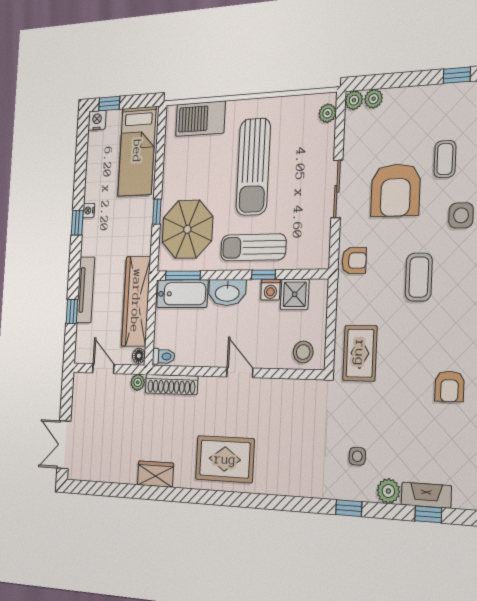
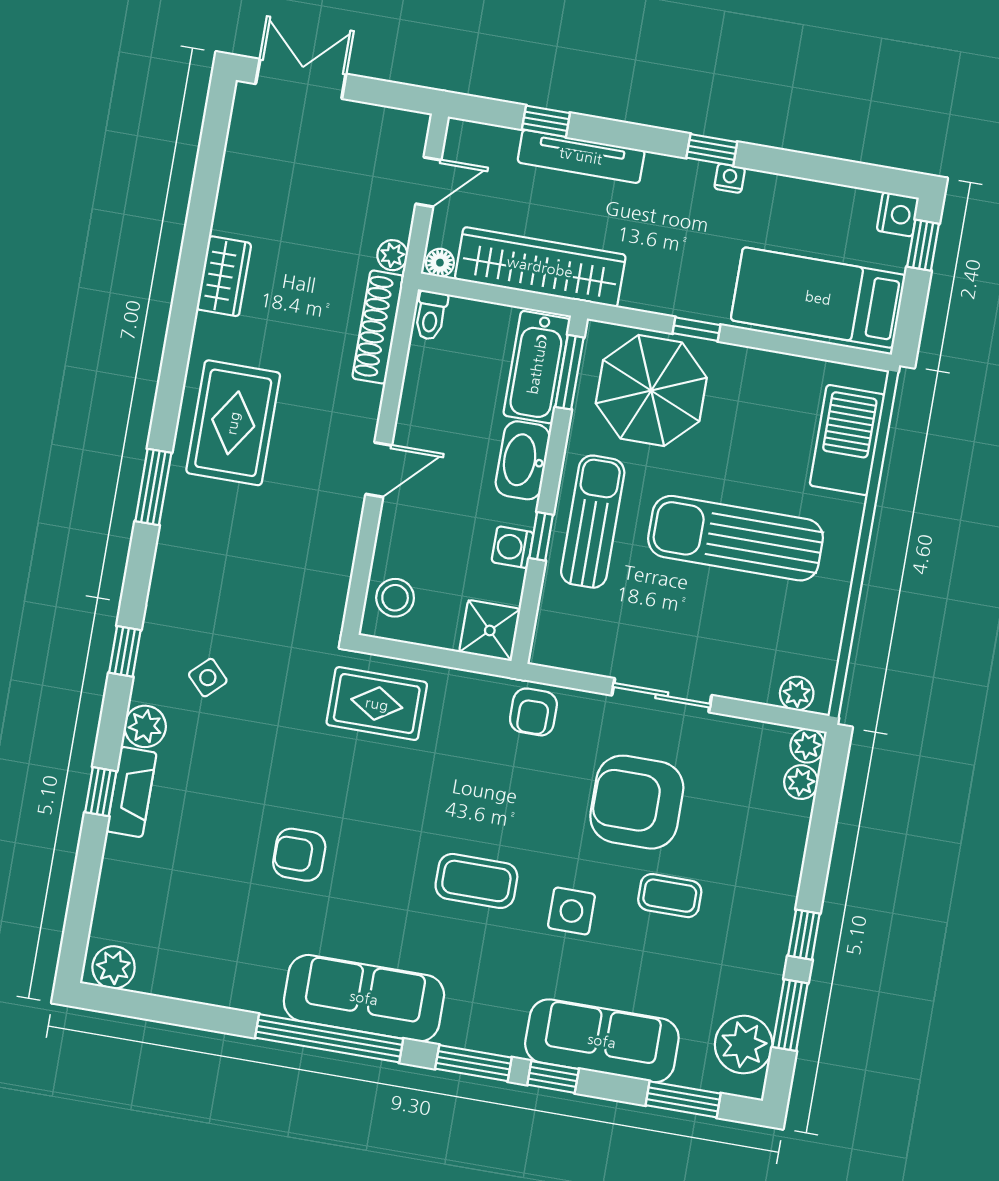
coffee table: (419, 277) -> (476, 881), moved
shower: (295, 294) -> (490, 630), moved
side table: (357, 456) -> (208, 678), turned 45
window: (261, 501) -> (153, 487), added

